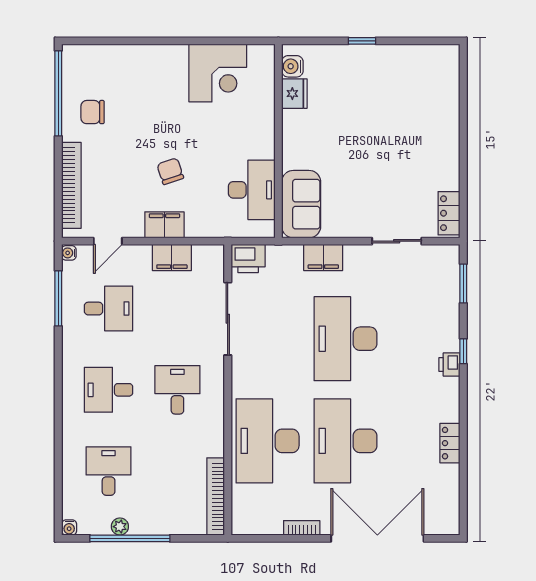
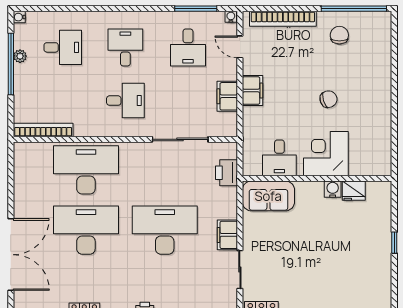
water cooler: (292, 66) -> (333, 189), moved
corner desk: (218, 73) -> (326, 154), moved, turned 90
chair: (170, 171) -> (329, 99), moved
desk: (252, 190) -> (279, 158), width x0.73
filing cabinet: (323, 257) -> (227, 235), moved
printer: (248, 259) -> (226, 173), moved
bookcase: (302, 528) -> (19, 196), removed

